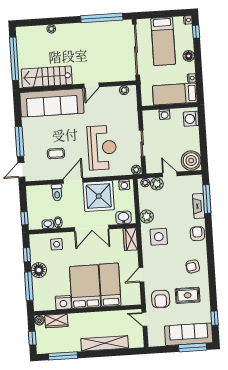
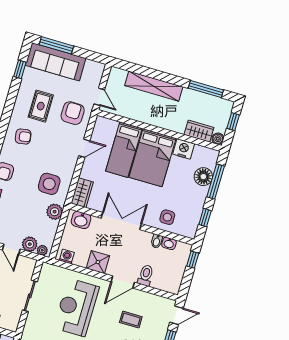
plant: (136, 170) -> (47, 268), removed
shower: (99, 196) -> (98, 262), width x0.54, depth x0.54
floor lamp: (39, 270) -> (203, 177), moved
rug: (188, 295) -> (41, 106), turned 90

